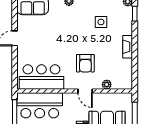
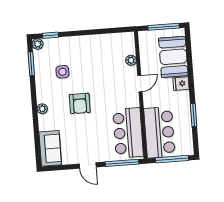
fireplace: (128, 47) -> (88, 40), removed
armchair: (85, 63) -> (80, 103), moved, turned 90
window: (15, 70) -> (122, 163), added

